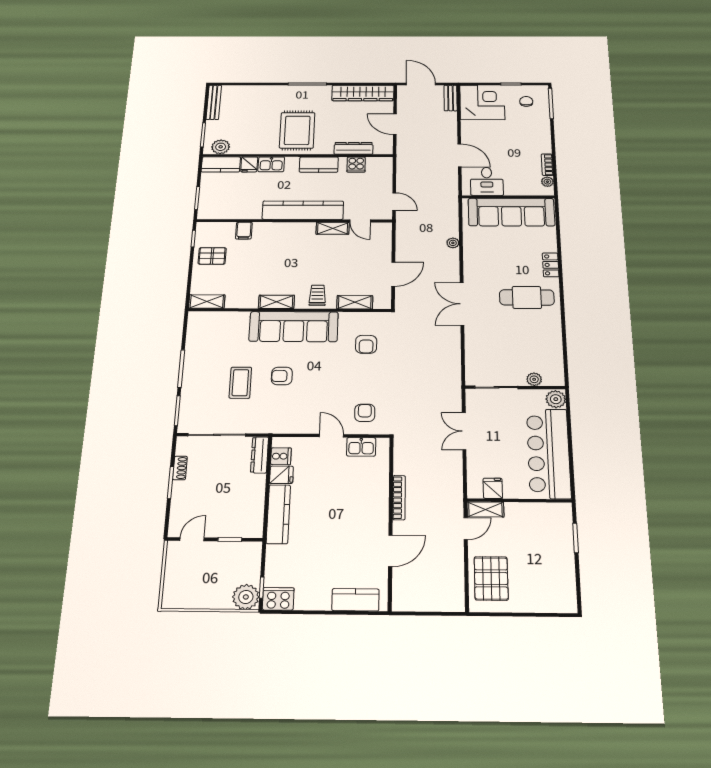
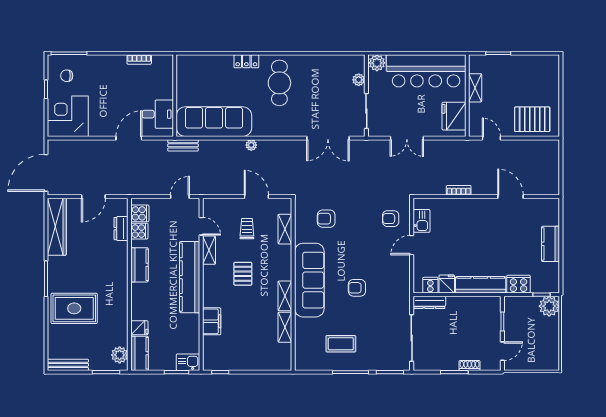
door: (421, 84) -> (46, 173), width x1.36
bench: (451, 98) -> (183, 145), moved
rug: (297, 130) -> (74, 308), moved
dresser: (354, 148) -> (121, 229), width x0.70
kitchen sink: (271, 164) -> (188, 362), moved, turned -90
cooker: (376, 165) -> (140, 213), added
plant: (547, 182) -> (158, 60), removed
sofa: (511, 212) -> (214, 122), moved, turned -90
door: (360, 221) -> (201, 226), hinge flipped
filing cabinet: (244, 231) -> (212, 321), width x2.00
plant: (453, 243) -> (251, 145), moved
pallet: (212, 256) -> (243, 274), moved
trolley: (317, 295) -> (247, 229), moved, turned 90
shelving: (207, 302) -> (285, 327), moved
double door: (462, 304) -> (328, 138), moved
armchair: (366, 344) -> (326, 219), turned 180
armchair: (282, 376) -> (357, 288), turned 90
coffee table: (240, 383) -> (341, 344), moved
shoe rack: (180, 468) -> (470, 366), moved
fridge: (493, 488) -> (454, 116), width x1.88, depth x1.34
bookcase: (399, 498) -> (459, 190), width x0.64
shelving: (485, 509) -> (475, 88), moved
door: (192, 539) -> (502, 351), swing flipped
cooker: (278, 599) -> (518, 284), moved, turned 90
kitchen counter: (355, 600) -> (551, 244), moved

